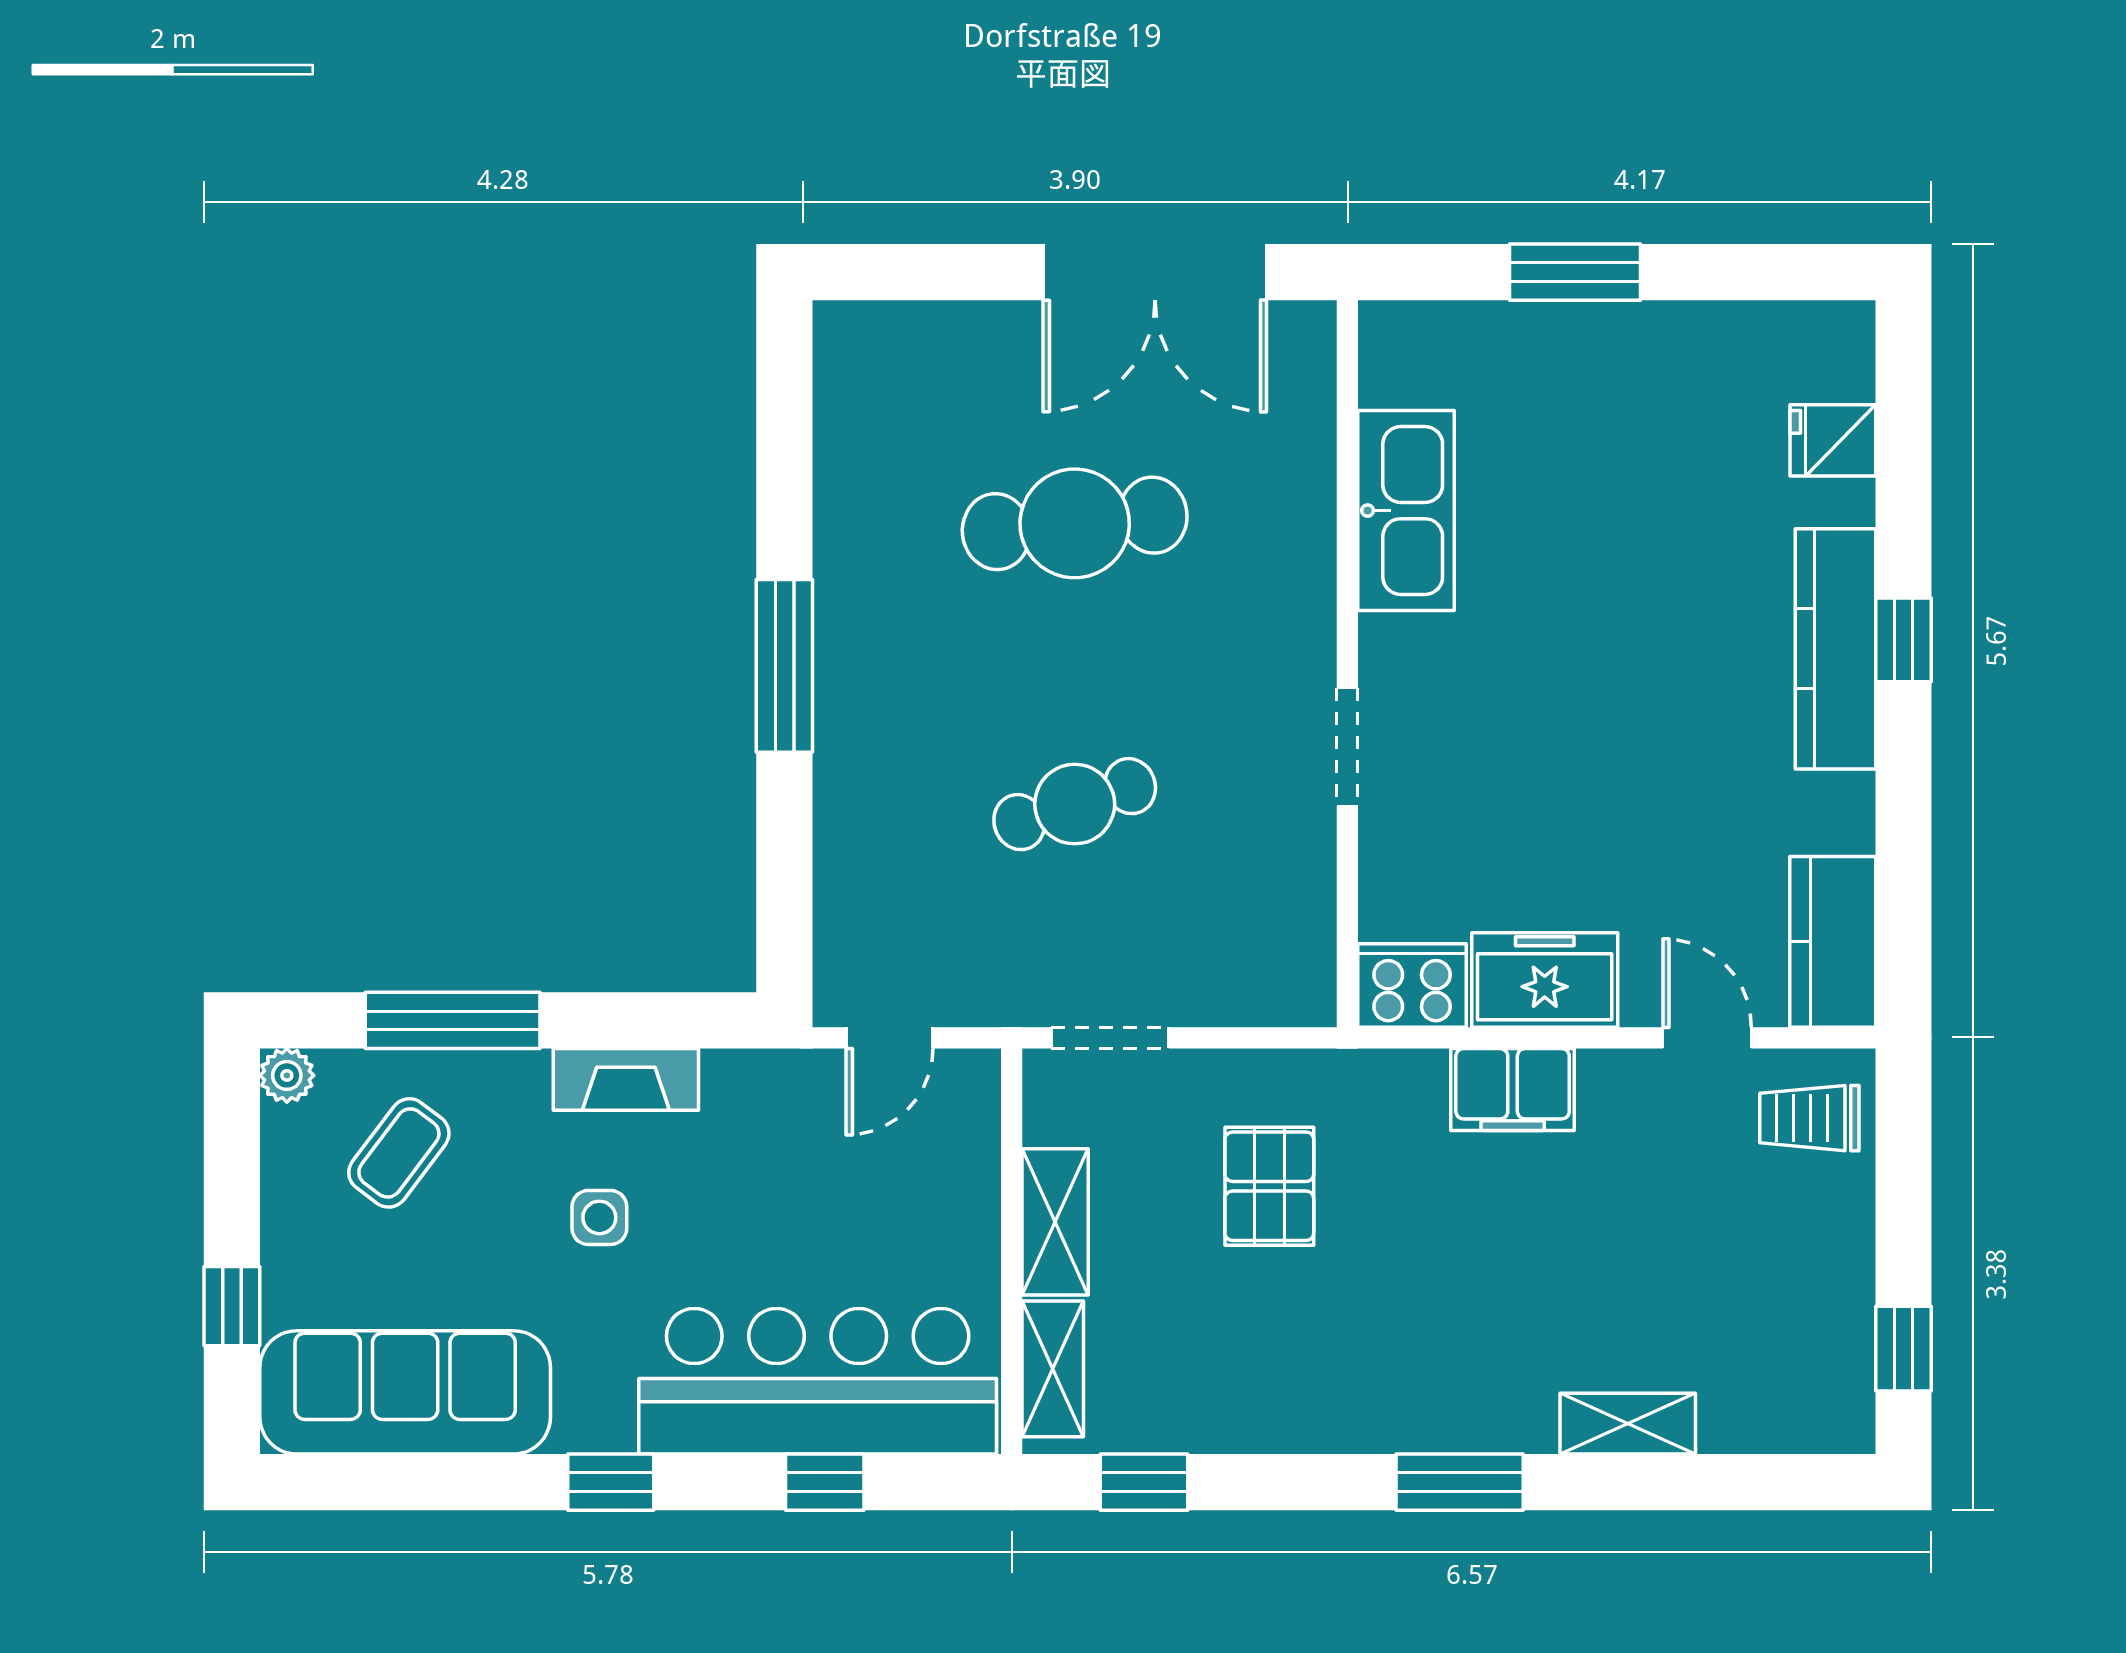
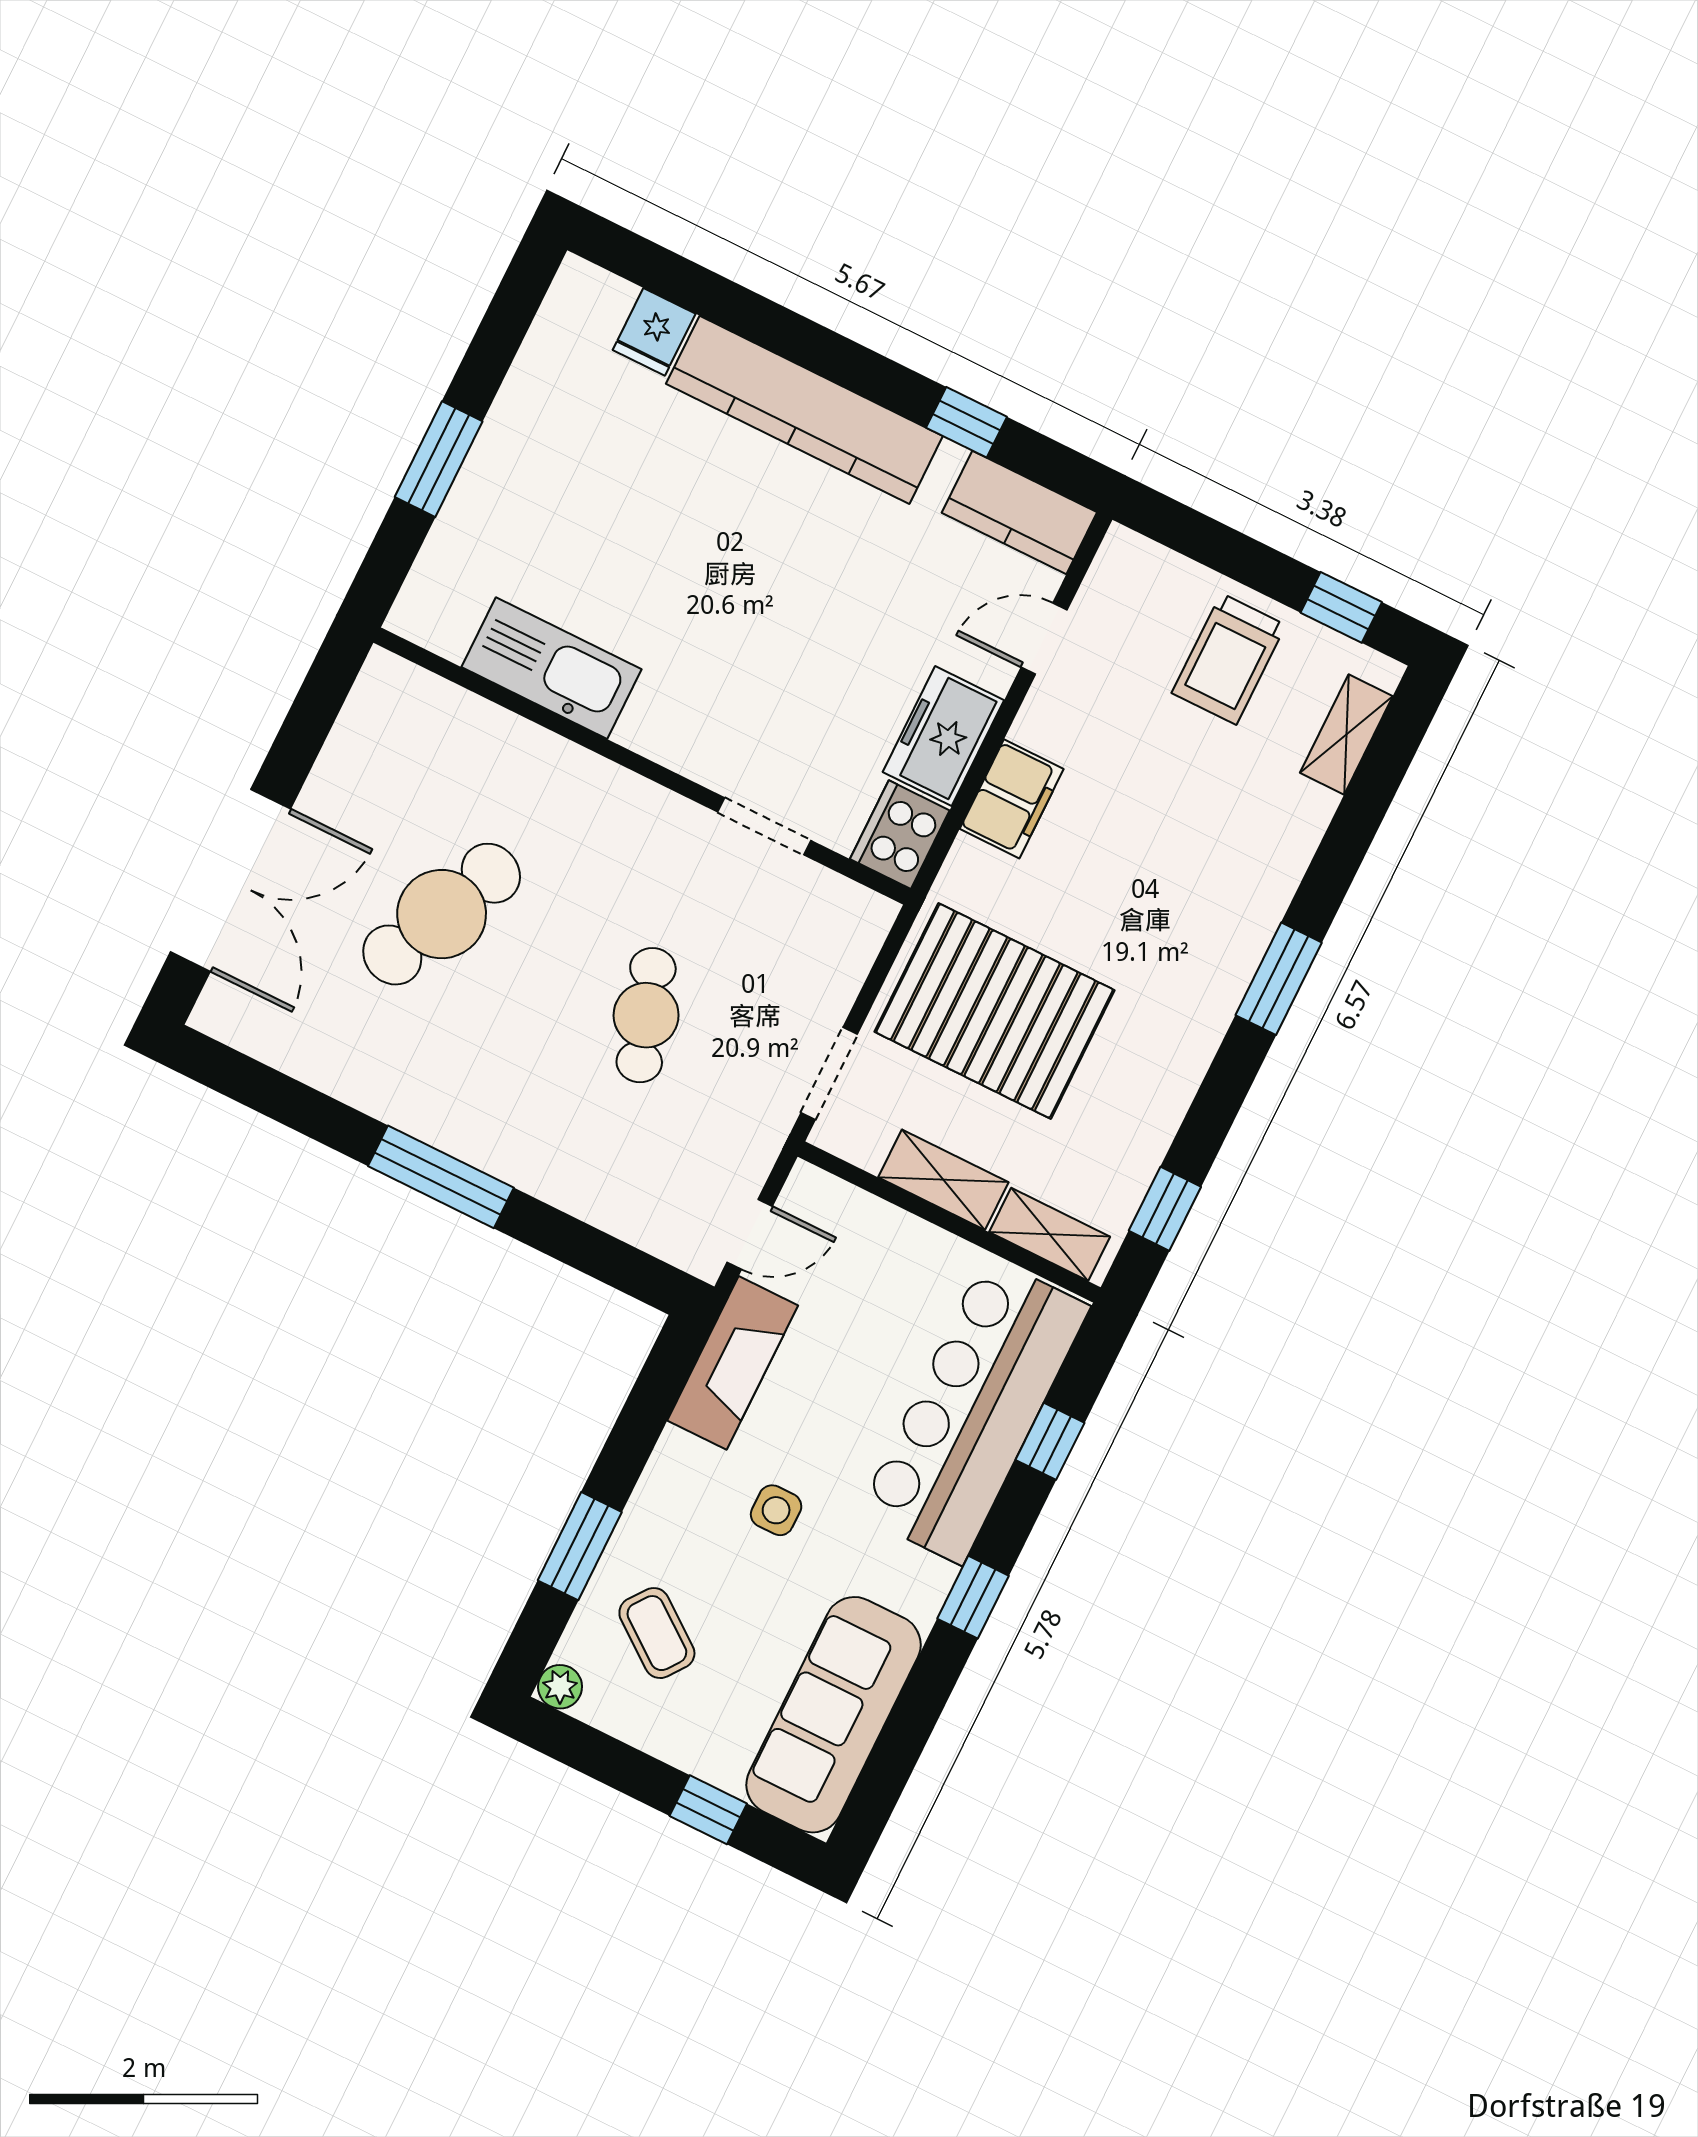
double door: (1155, 272) -> (230, 880), moved
cafe table: (1075, 523) -> (442, 914), turned 30
window: (1903, 640) -> (967, 422), moved
kitchen counter: (1835, 649) -> (804, 410), width x1.39, depth x1.17
doorway: (1347, 747) -> (764, 826), moved
window: (453, 1020) -> (580, 1546), width x0.69
door: (889, 1038) -> (750, 1234), hinge flipped
fireplace: (626, 1079) -> (733, 1363), moved, width x1.37, depth x1.32
trolley: (1809, 1118) -> (1229, 659), moved, width x1.36, depth x1.39
pallet: (1269, 1186) -> (995, 1011), width x2.05, depth x2.00
shelving: (1628, 1424) -> (1346, 735), moved

